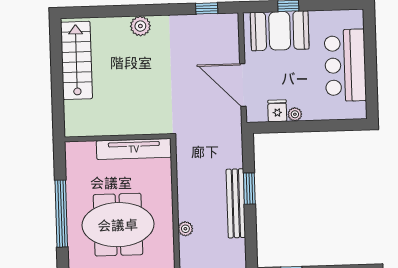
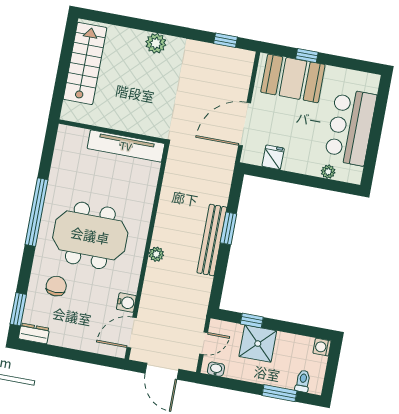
door: (243, 85) -> (245, 124), hinge flipped
plant: (295, 114) -> (328, 172), moved
wall: (118, 138) -> (112, 131), moved
tv unit: (134, 149) -> (126, 146), moved

